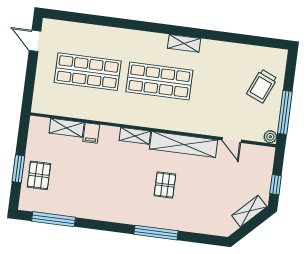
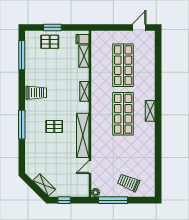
shelving: (184, 43) -> (150, 111), moved
filing cabinet: (91, 133) -> (82, 39), moved
shelving: (135, 136) -> (84, 91), moved
trolley: (112, 205) -> (36, 93), added

